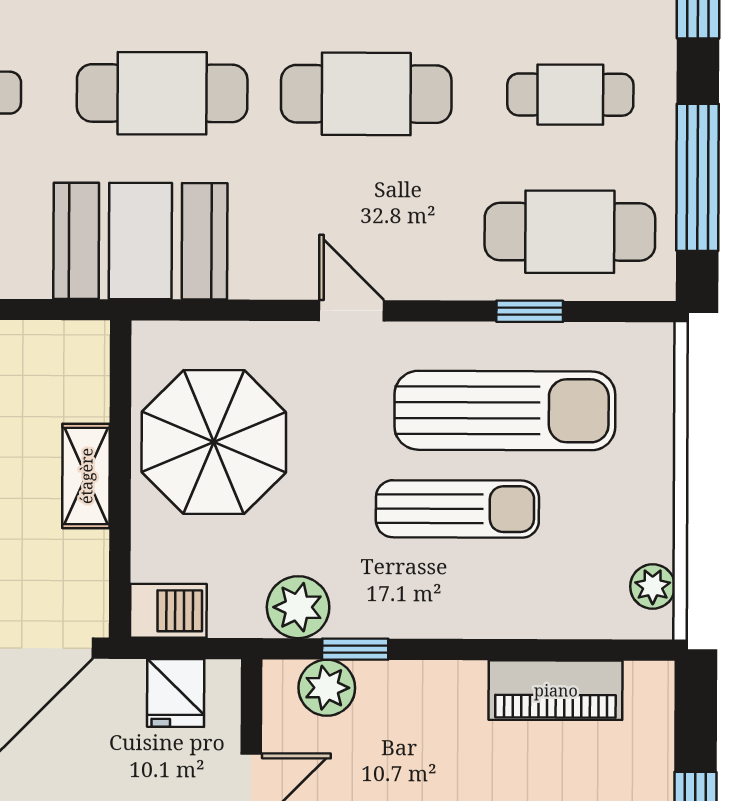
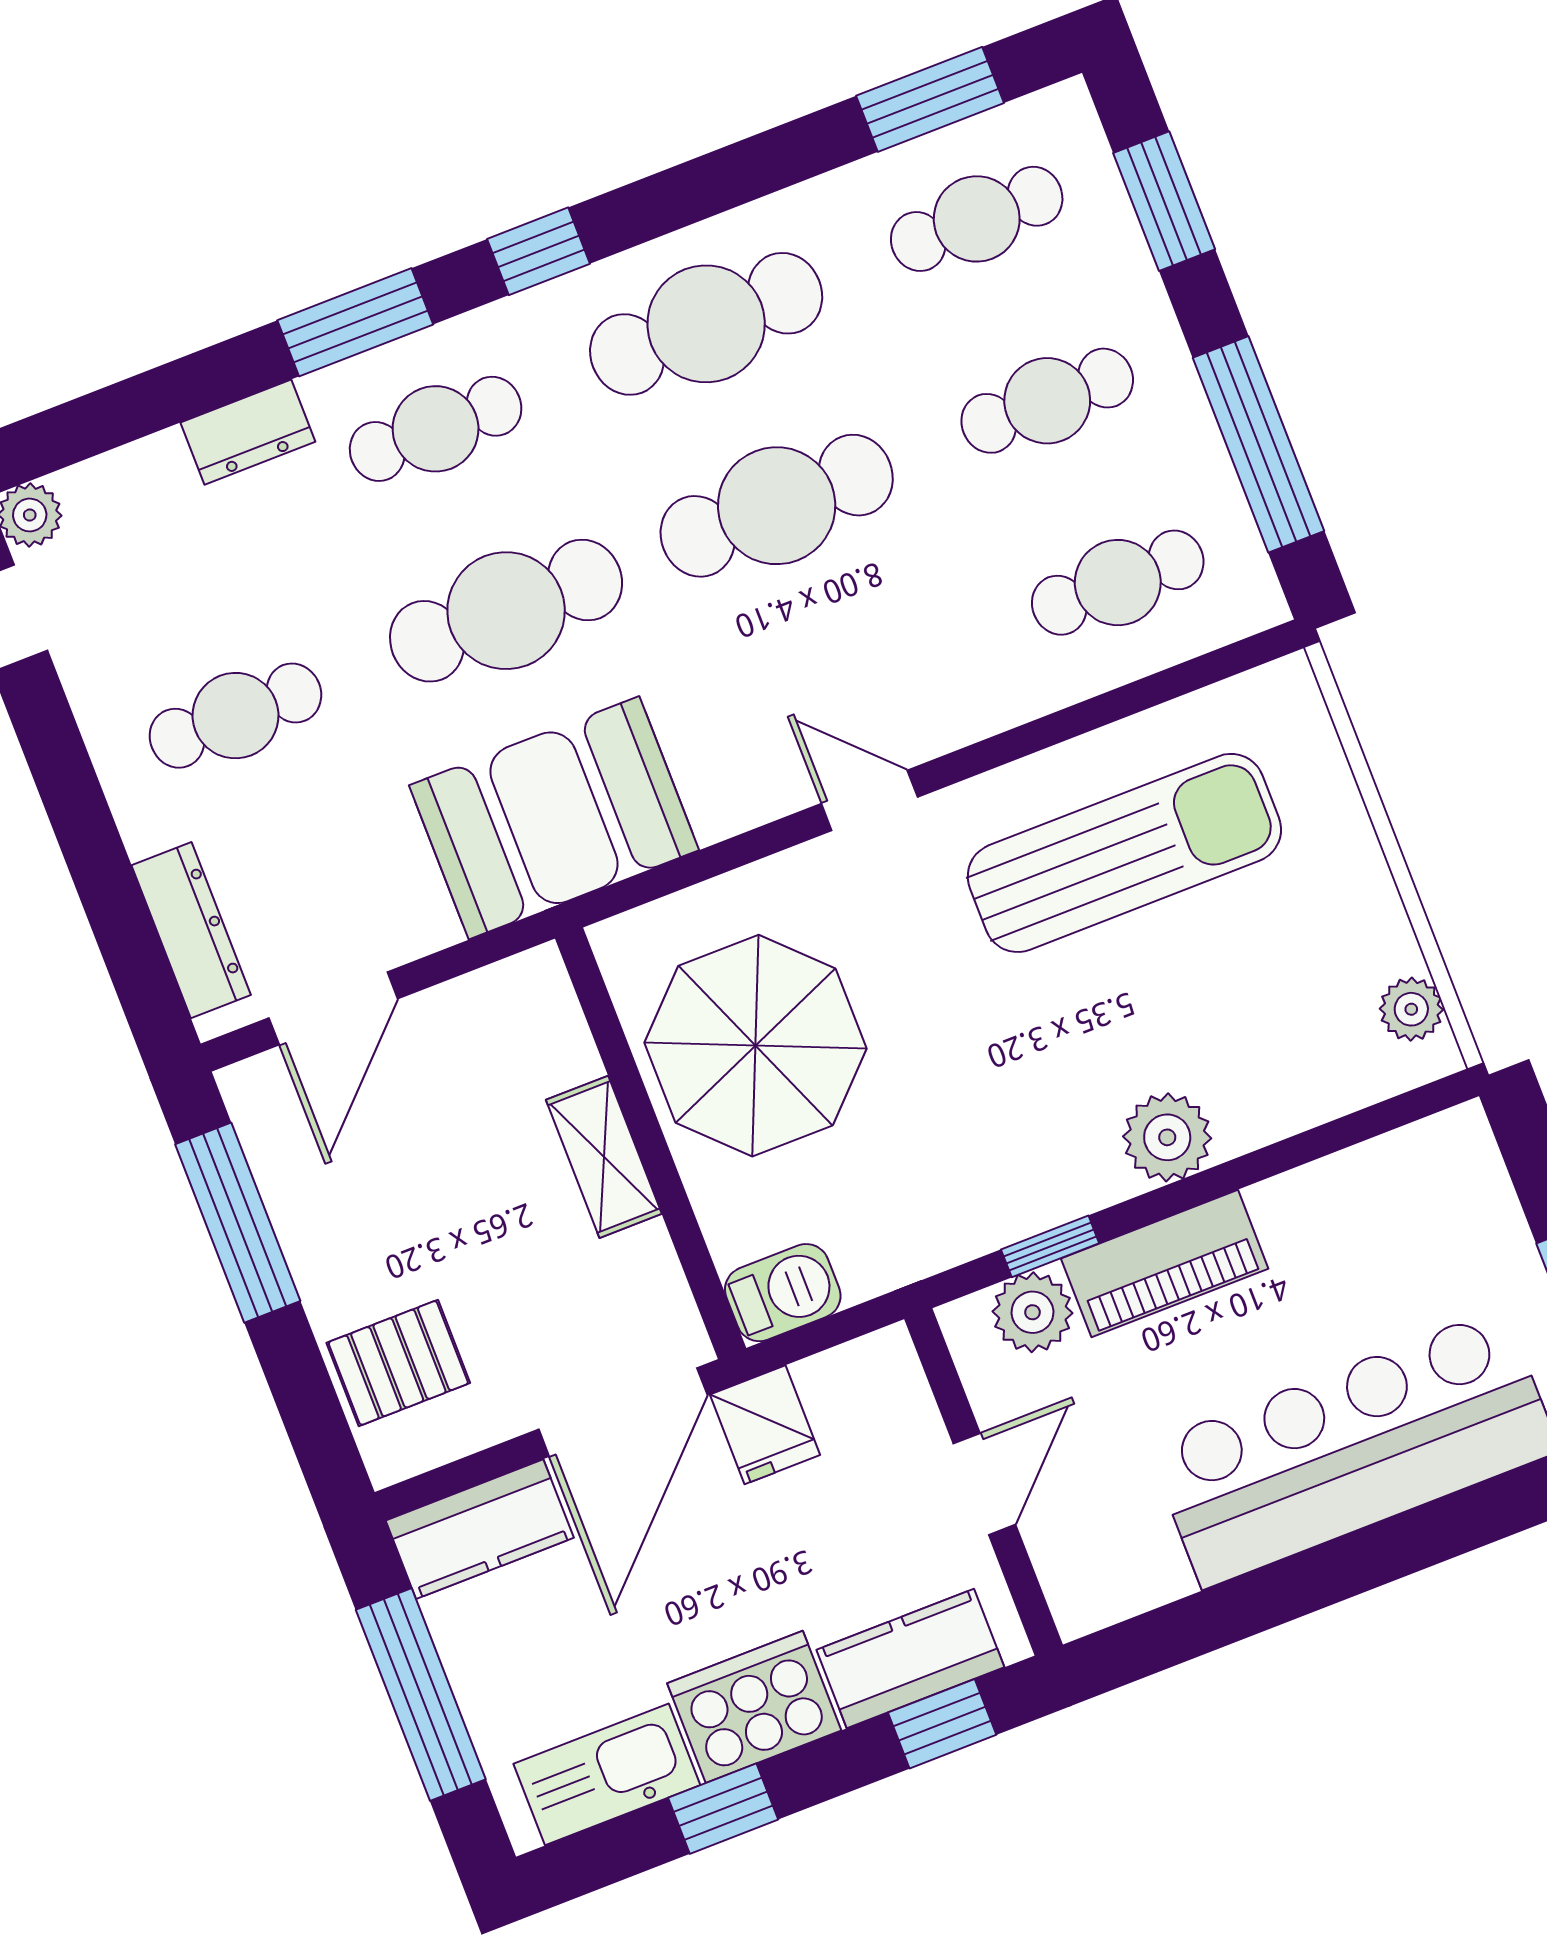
cafe table: (570, 232) -> (1118, 583), width x0.73, depth x0.74
window: (530, 311) -> (1106, 709), removed
sun lounger: (457, 509) -> (1113, 1008), removed
plant: (298, 607) -> (1167, 1137), moved
piano: (556, 690) -> (1165, 1264), moved
fridge: (176, 693) -> (765, 1425), moved

